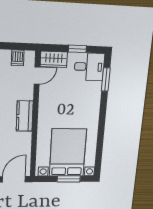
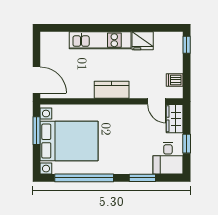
window: (106, 80) -> (142, 178), moved
window: (100, 141) -> (84, 178), added
window: (69, 179) -> (36, 131), moved

